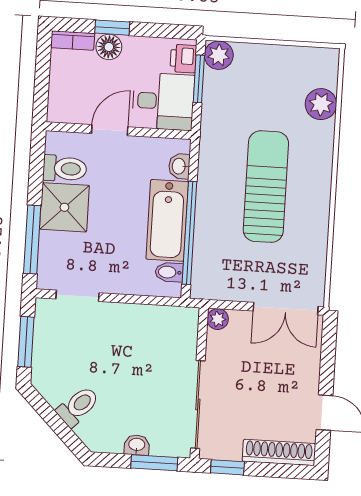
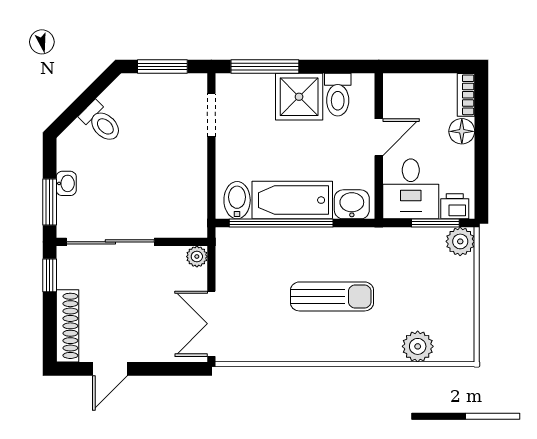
window: (112, 28) -> (481, 133), removed
door: (110, 130) -> (379, 137), hinge flipped
washbasin: (179, 166) -> (352, 204), width x1.38, depth x1.45
sun lounger: (266, 187) -> (332, 296), width x0.73, depth x0.75
bidet: (169, 272) -> (237, 200), width x1.38, depth x1.36

